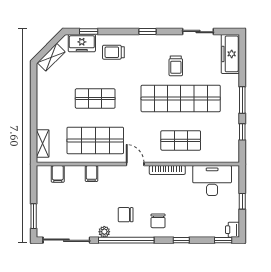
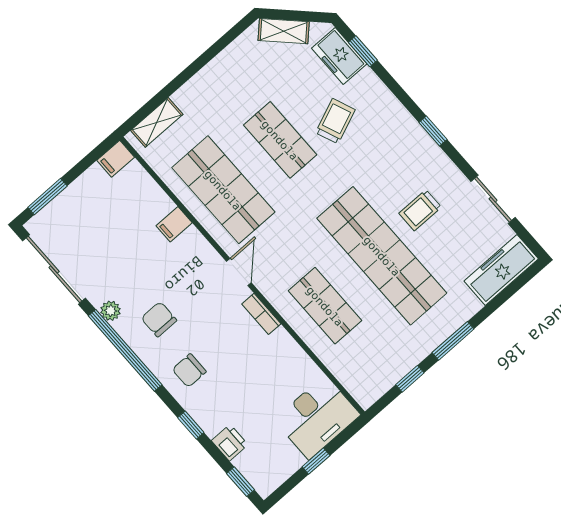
trolley: (113, 52) -> (335, 121), moved, turned 68
bookcase: (167, 170) -> (261, 314), width x0.64
filing cabinet: (58, 174) -> (116, 159), moved
desk: (212, 181) -> (317, 417), moved, turned 90
printer: (232, 230) -> (230, 443), moved, turned 90

